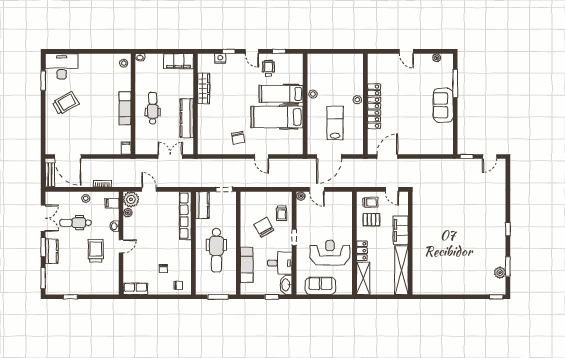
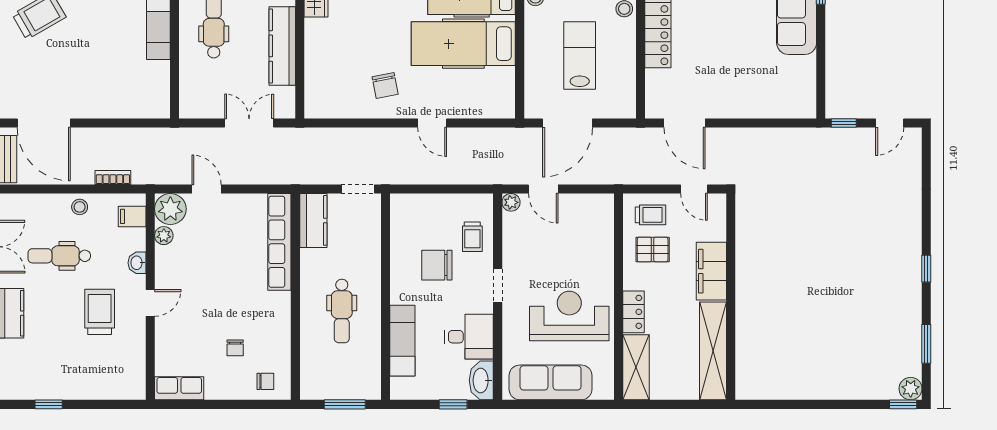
filing cabinet: (126, 148) -> (161, 106), removed
door: (387, 157) -> (685, 123), swing flipped
chair: (264, 227) -> (437, 265), turned -61
dental chair: (216, 250) -> (342, 311), width x0.73, depth x0.72
plant: (500, 273) -> (911, 389), moved
sofa: (321, 286) -> (551, 382), width x1.36

